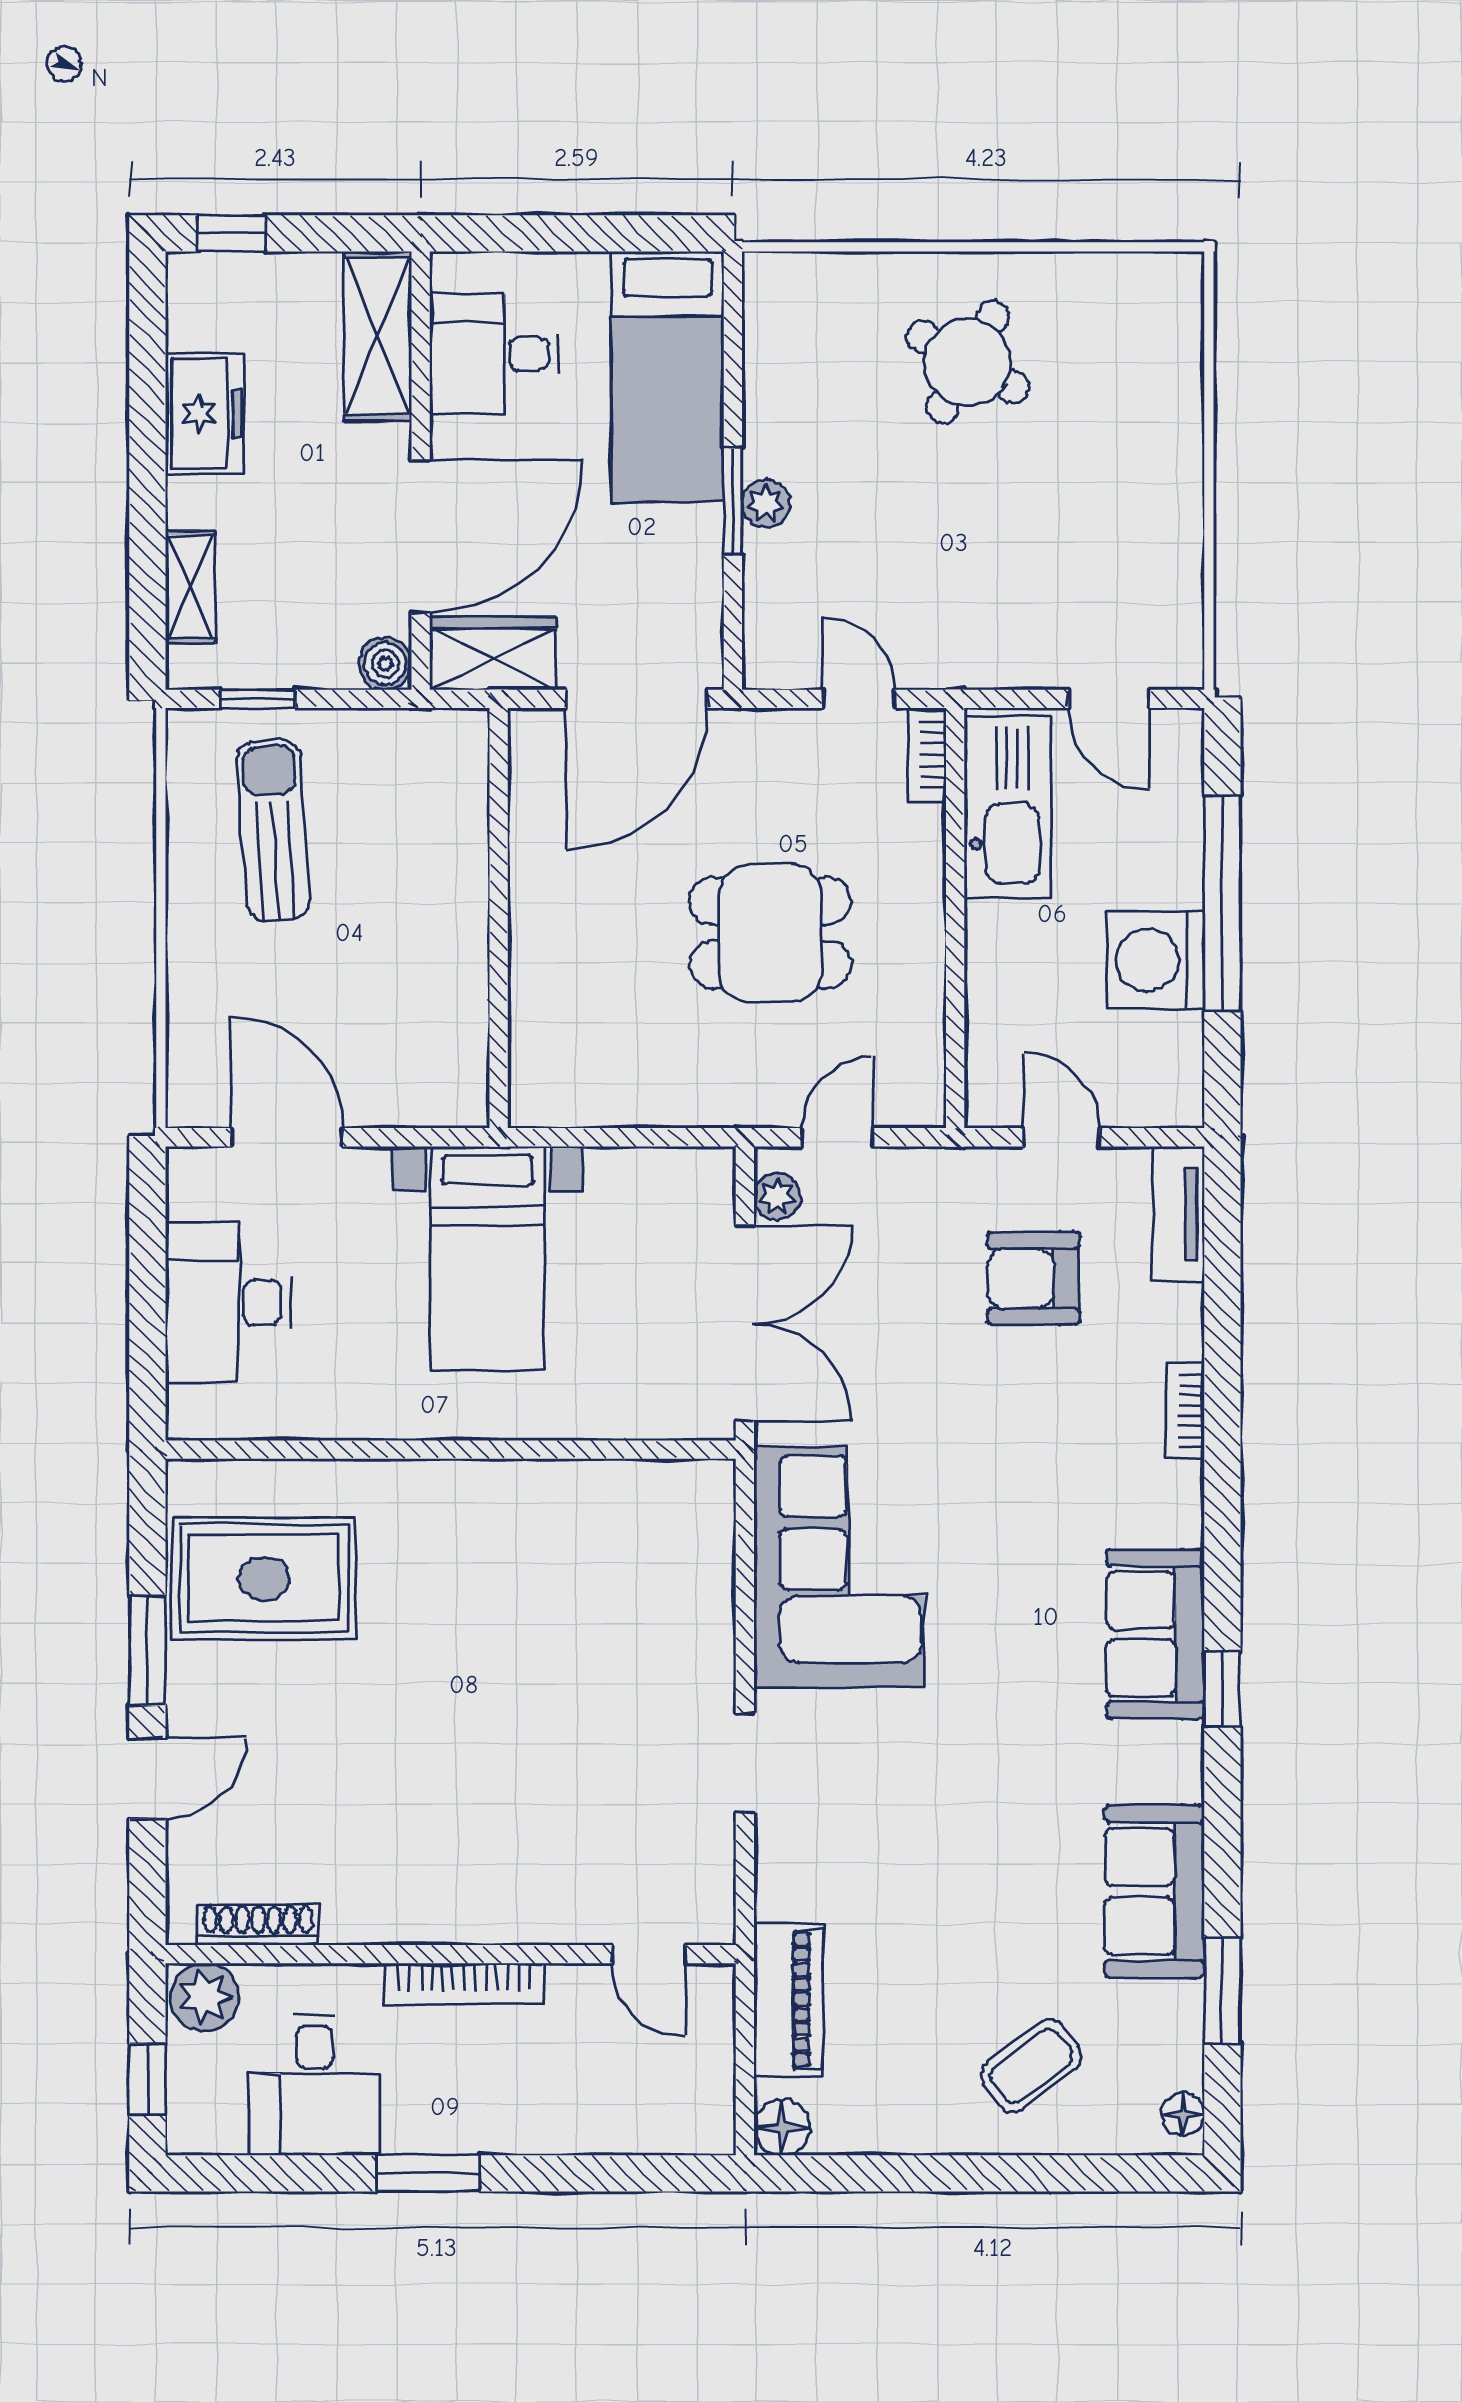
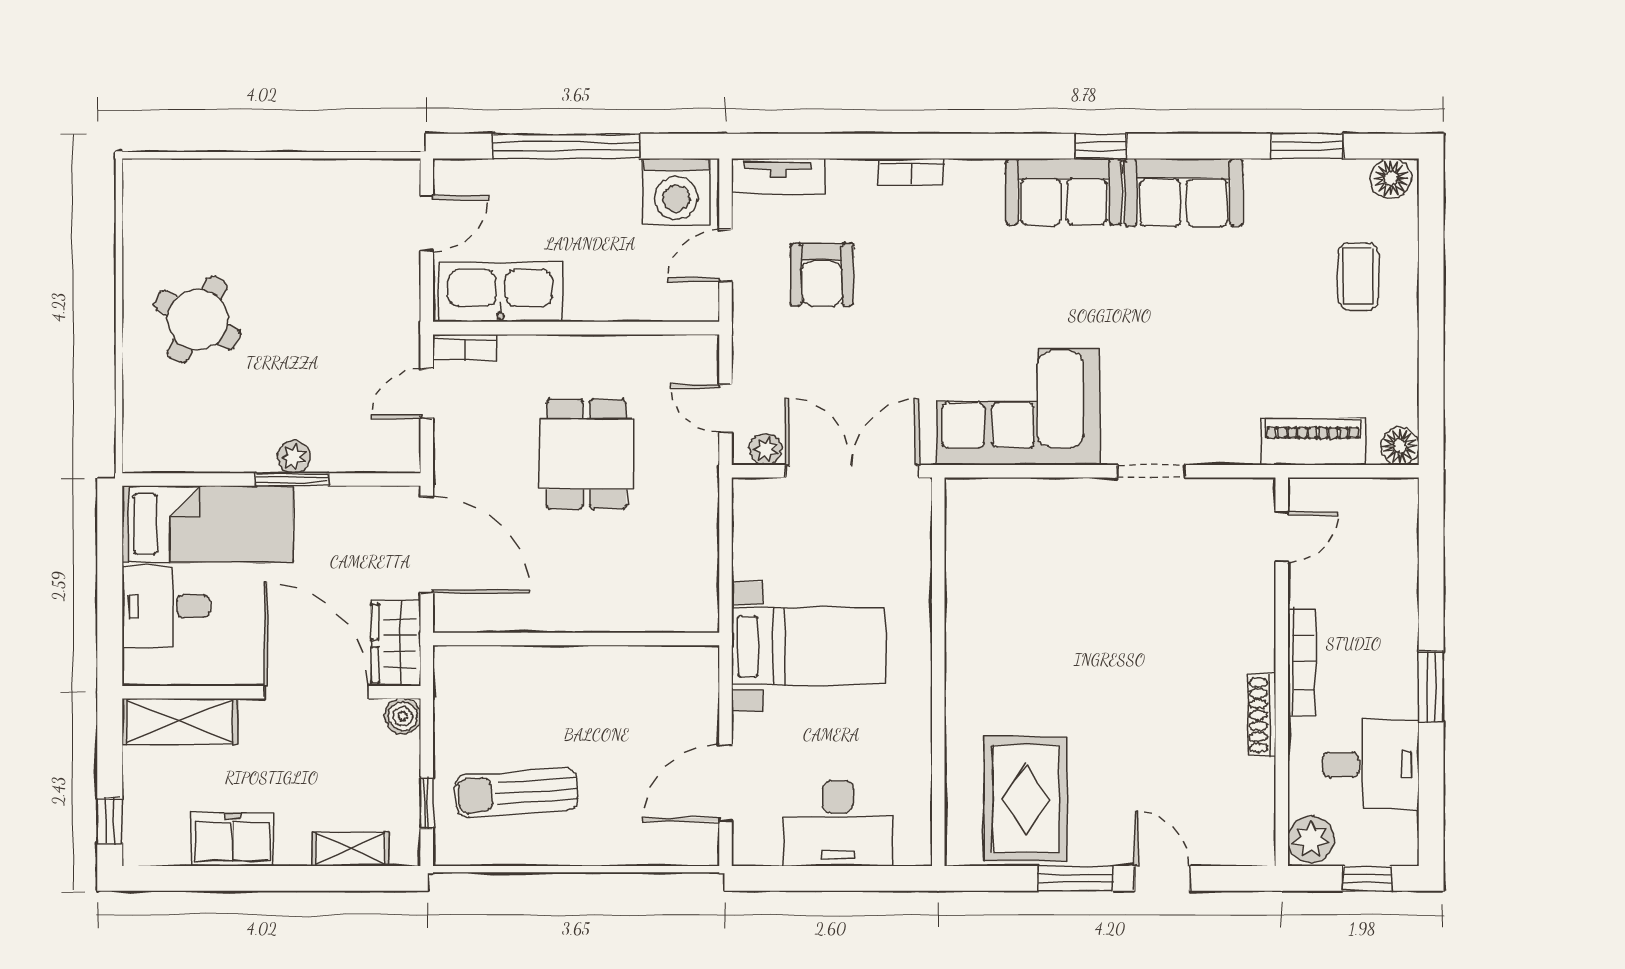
desk: (494, 354) -> (166, 606), moved, turned 90
washing machine: (1155, 960) -> (676, 192), moved
sofa: (1155, 1891) -> (1183, 192), moved
shoe rack: (258, 1924) -> (1262, 715), moved
coffee table: (1031, 2066) -> (1358, 276), turned 37
floor lamp: (1183, 2114) -> (1391, 178), width x1.37, depth x1.37

